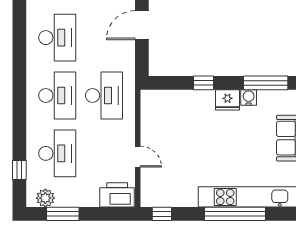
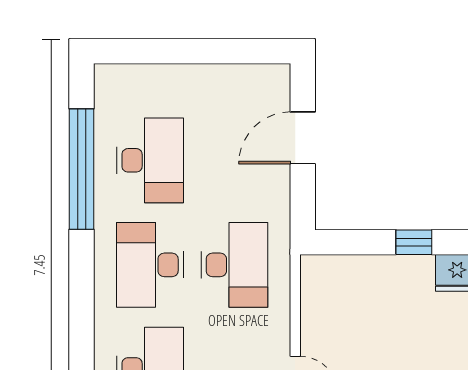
window: (19, 42) -> (82, 169), added
desk: (57, 95) -> (150, 265), turned 180

